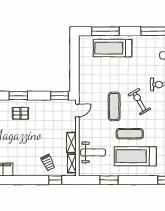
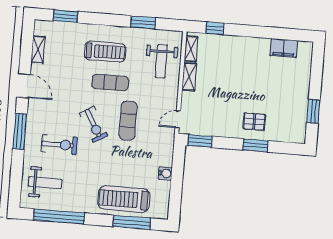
treadmill: (113, 48) -> (124, 199), turned 180
water cooler: (83, 70) -> (165, 173), added
weight bench: (93, 152) -> (161, 61), turned -90
treadmill: (135, 156) -> (105, 52), width x0.73, depth x0.73
trolley: (48, 163) -> (223, 52), removed

